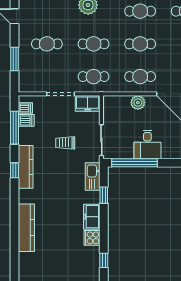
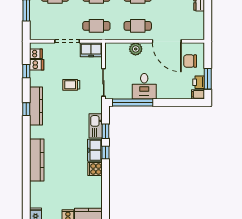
window: (15, 128) -> (26, 71), width x0.46
kitchen sink: (93, 177) -> (96, 126), moved
window: (104, 260) -> (105, 153), moved

